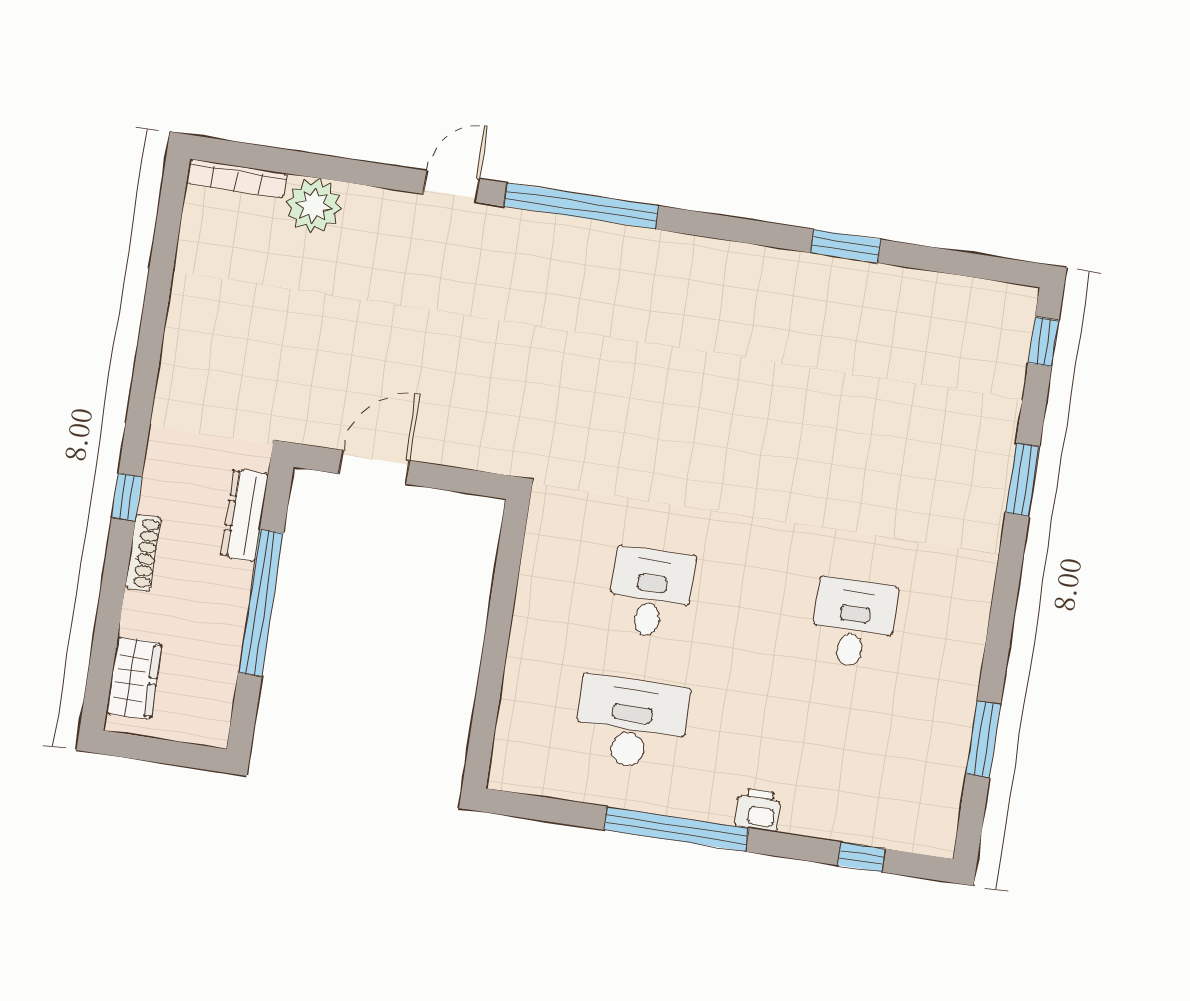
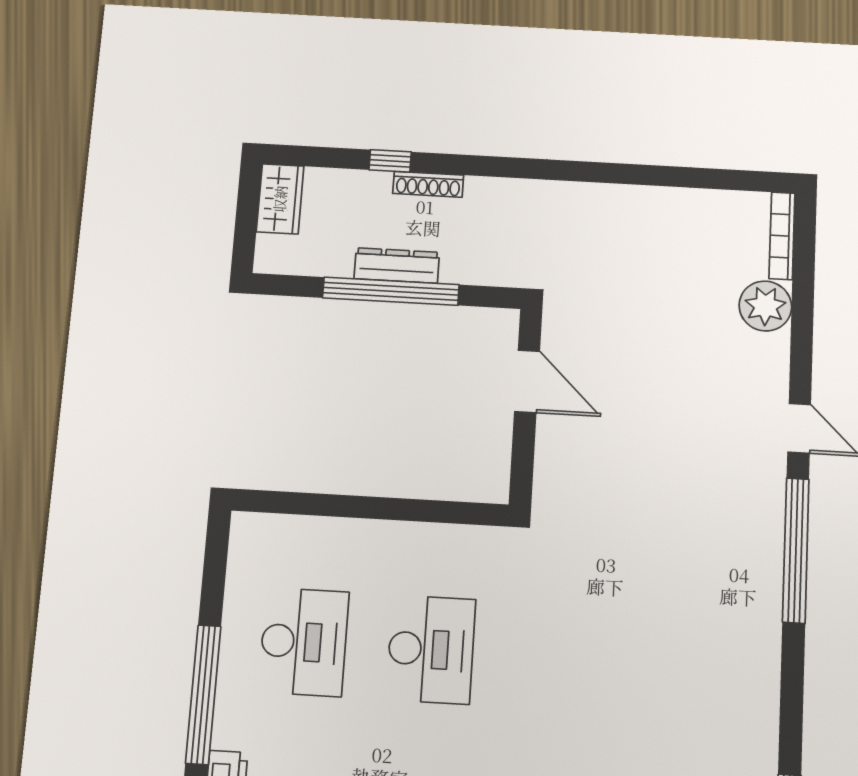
window: (127, 497) -> (390, 161), moved
dresser: (245, 515) -> (397, 266), moved
desk: (651, 593) -> (431, 649), width x1.37
wardrobe: (134, 678) -> (280, 199), moved, turned -90

